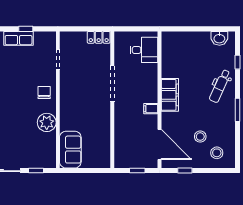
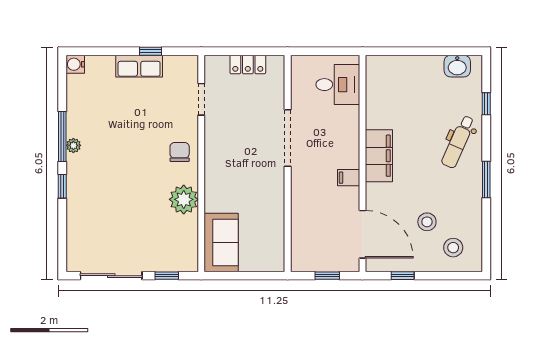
locker: (99, 37) -> (248, 64), moved

